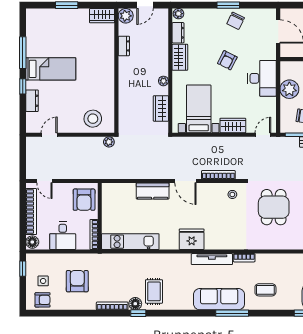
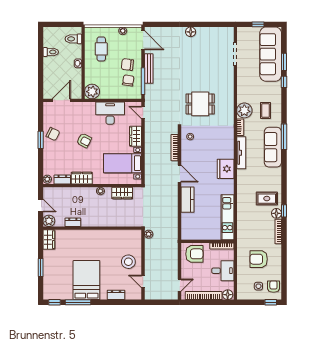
bed: (51, 69) -> (86, 280), width x1.50
desk: (262, 78) -> (110, 113), moved
window: (23, 86) -> (54, 302), moved
plant: (289, 89) -> (92, 92), moved
stool: (93, 119) -> (128, 262), moved
door: (185, 181) -> (180, 174), hinge flipped
plant: (265, 263) -> (244, 110), added
window: (23, 269) -> (271, 302), moved

